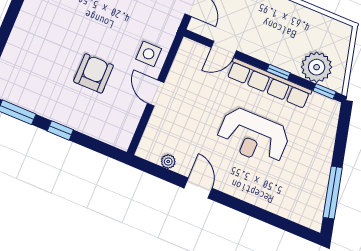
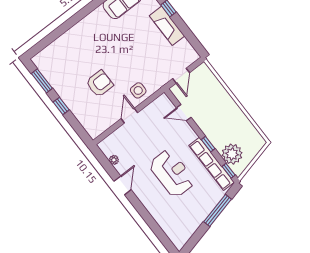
row of seats: (269, 83) -> (211, 164), moved
reception desk: (253, 136) -> (172, 173), turned 180
window: (333, 193) -> (218, 210), moved

